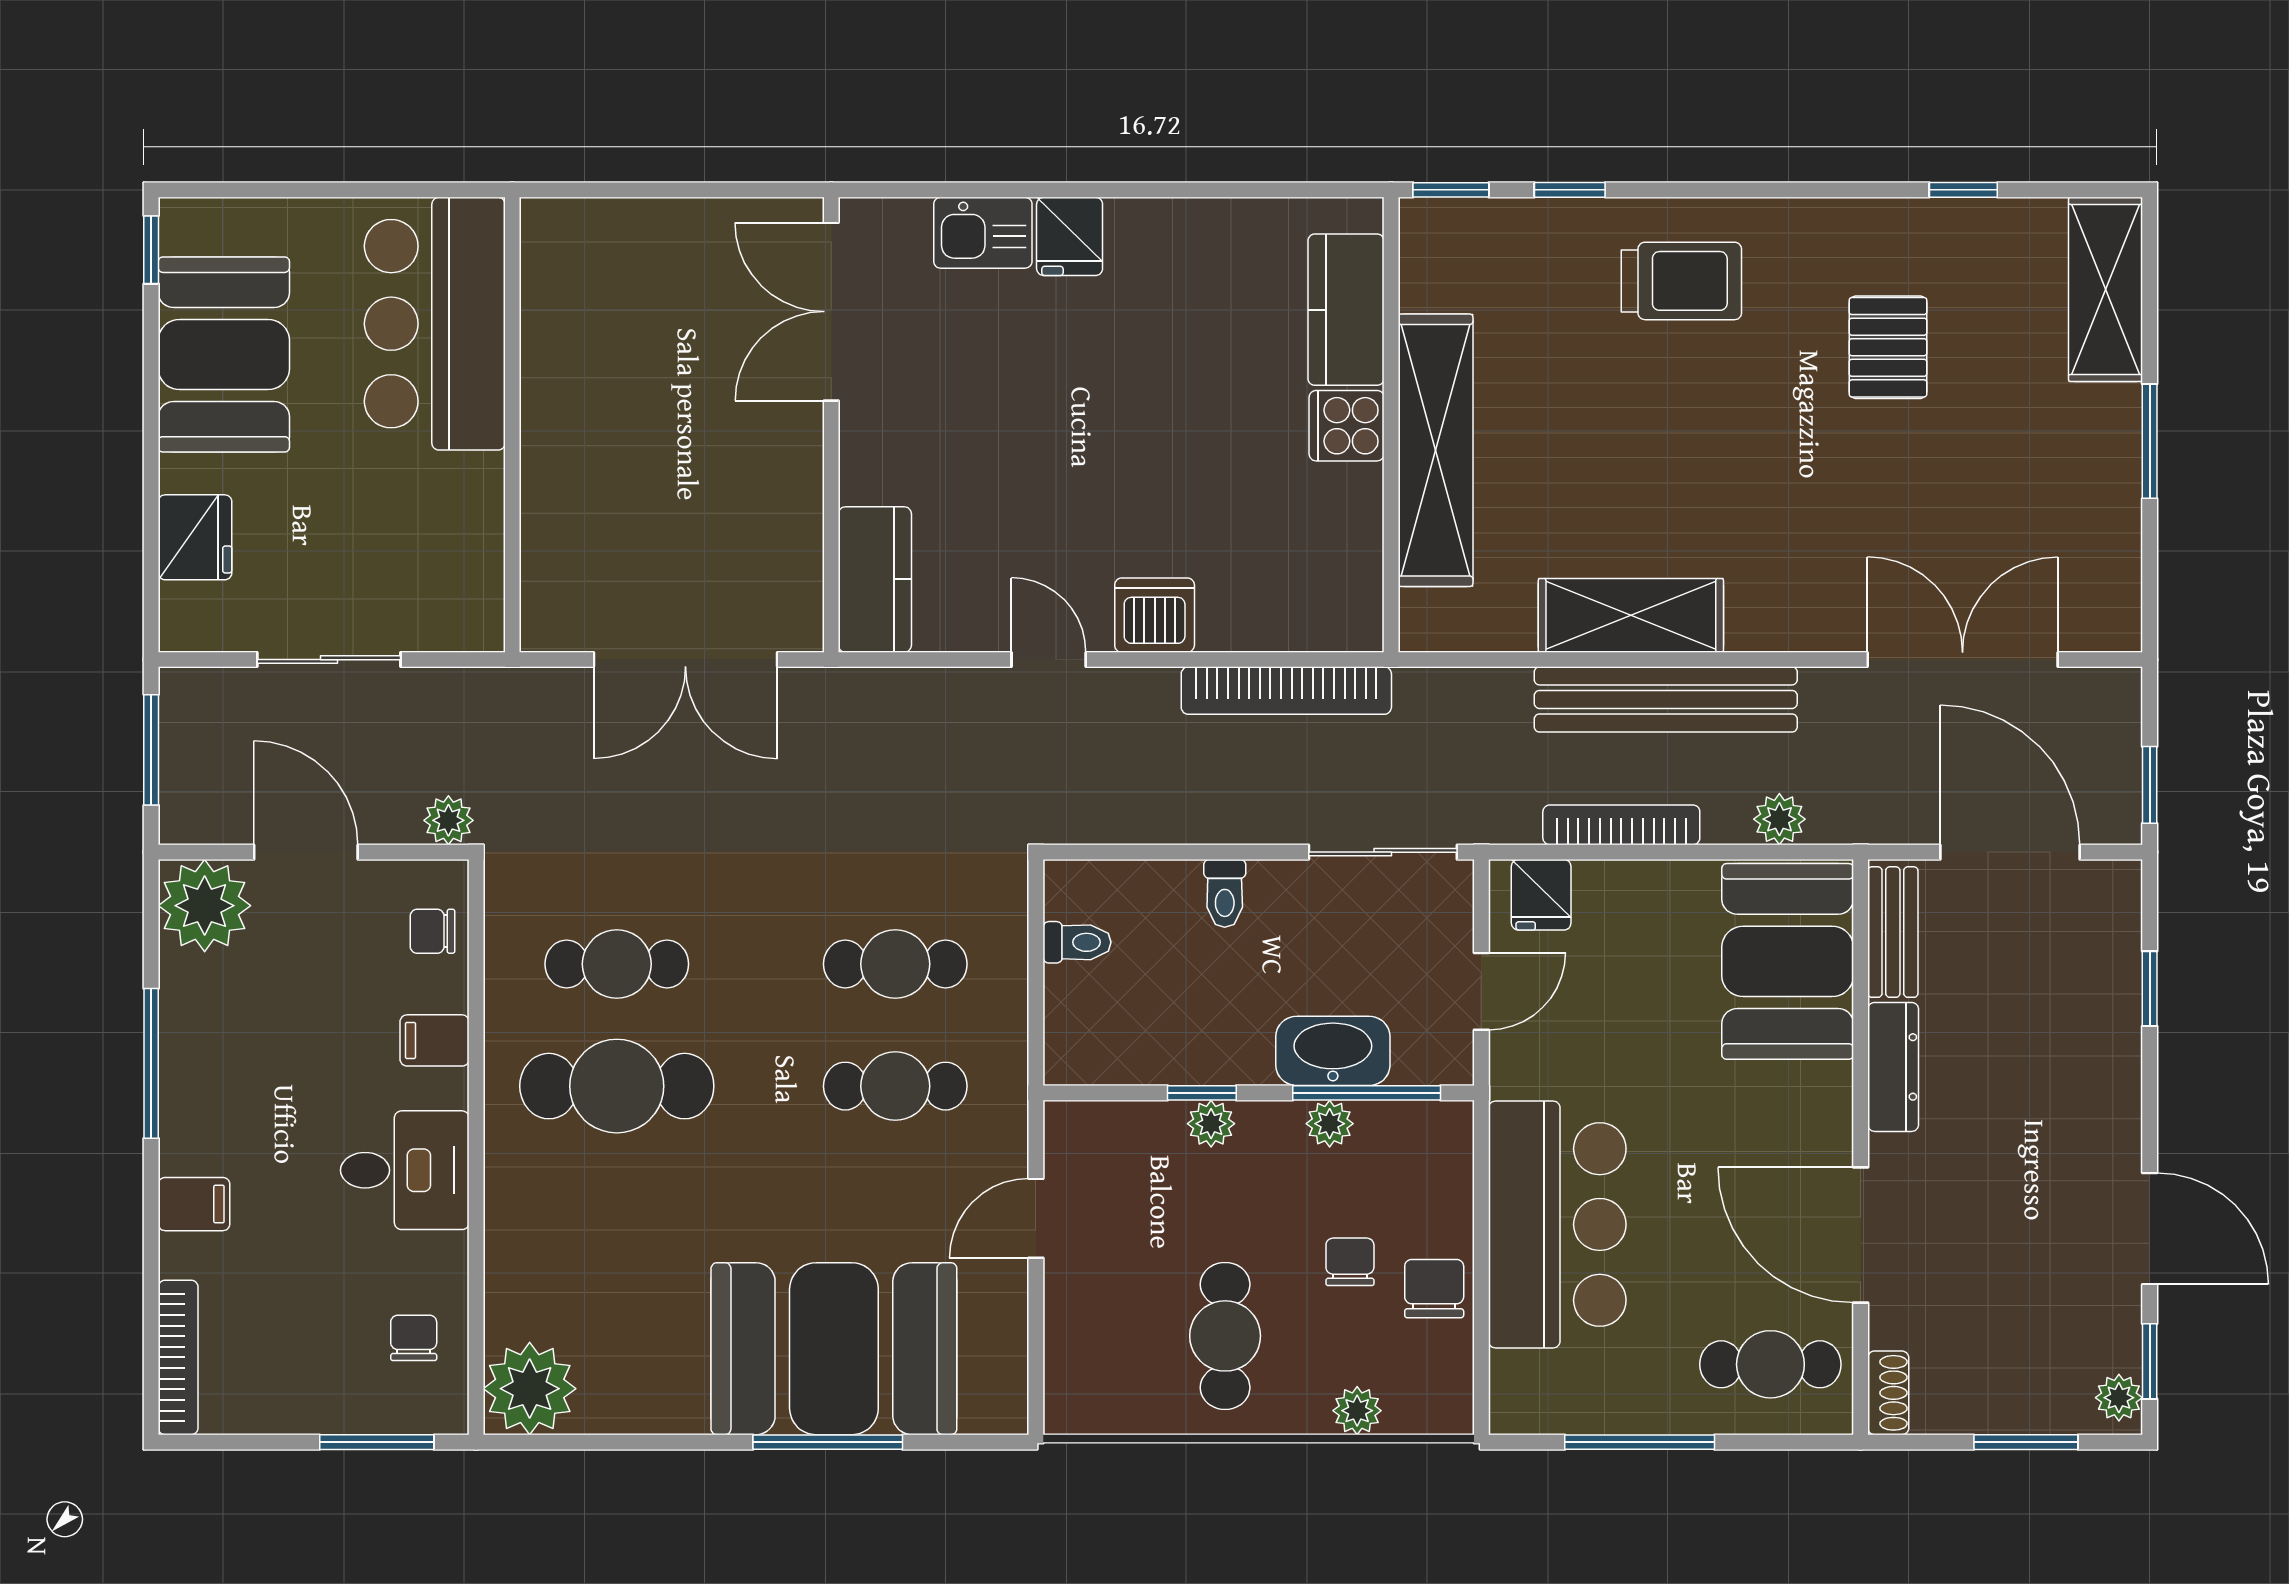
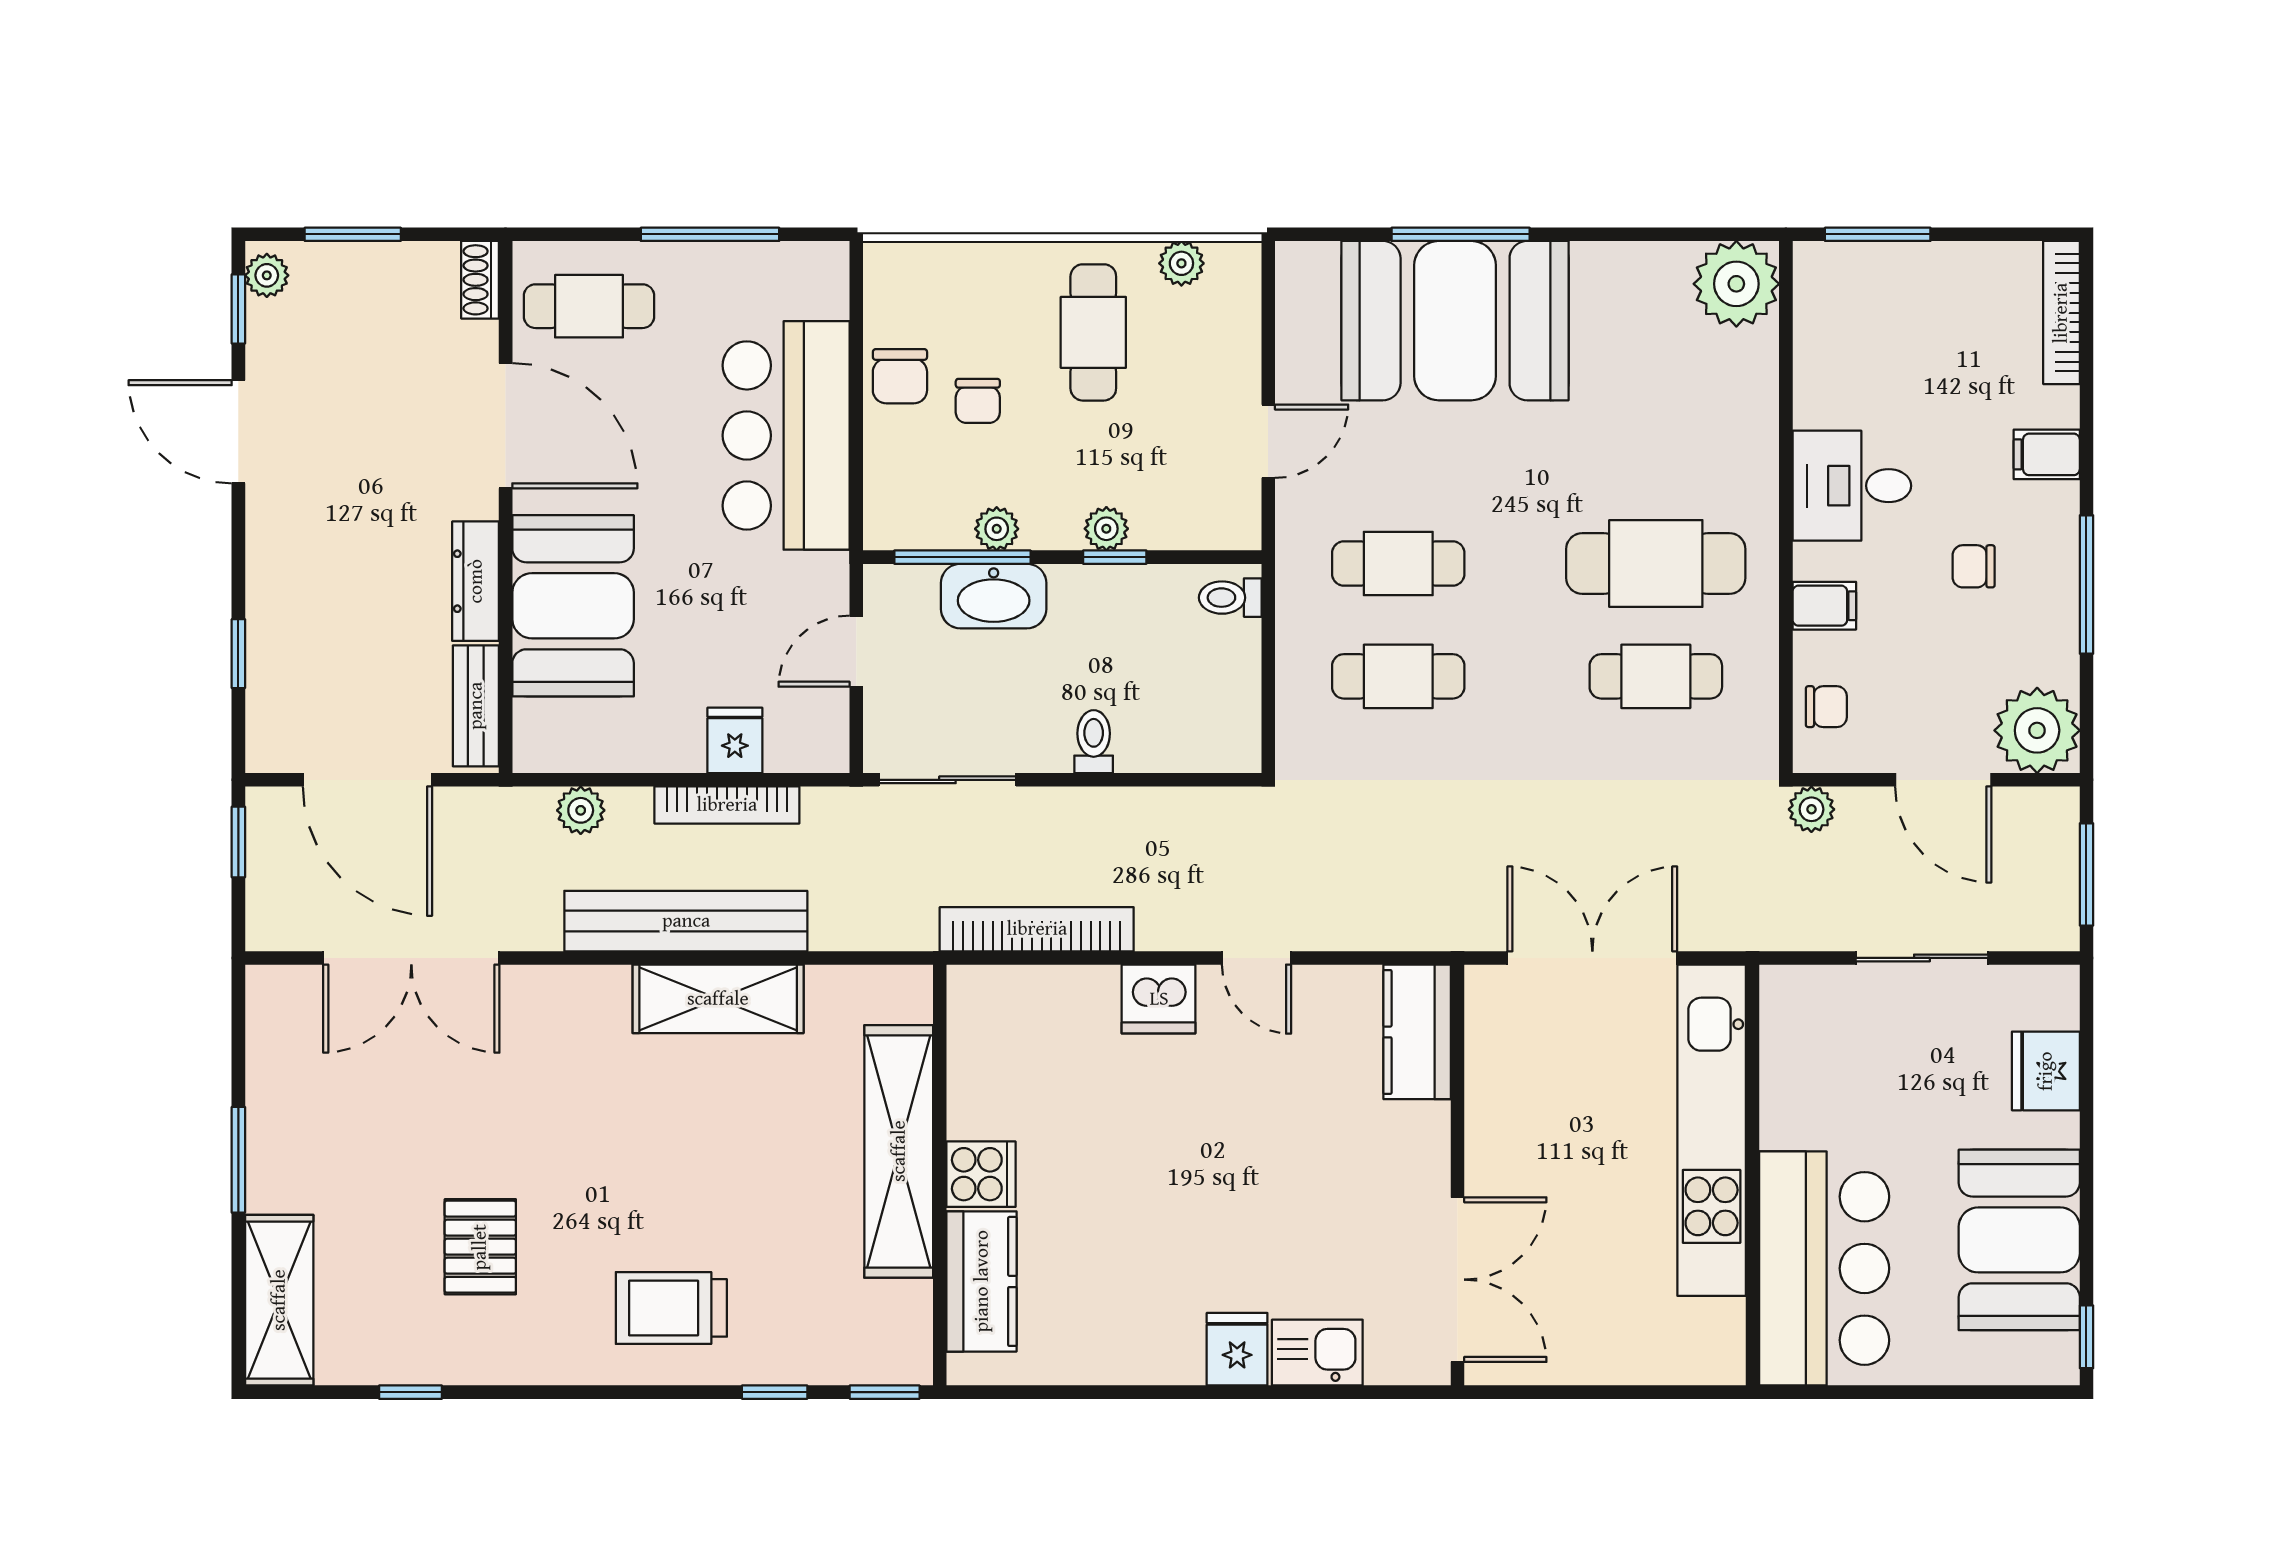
kitchen unit: (556, 473) -> (1712, 1130), added
fridge: (1541, 895) -> (735, 740), moved
toilet: (1077, 942) -> (1230, 598), moved
booth: (1788, 961) -> (573, 606), moved
chair: (414, 1338) -> (1974, 566), moved, turned 90
plant: (1357, 1411) -> (1181, 263), moved

